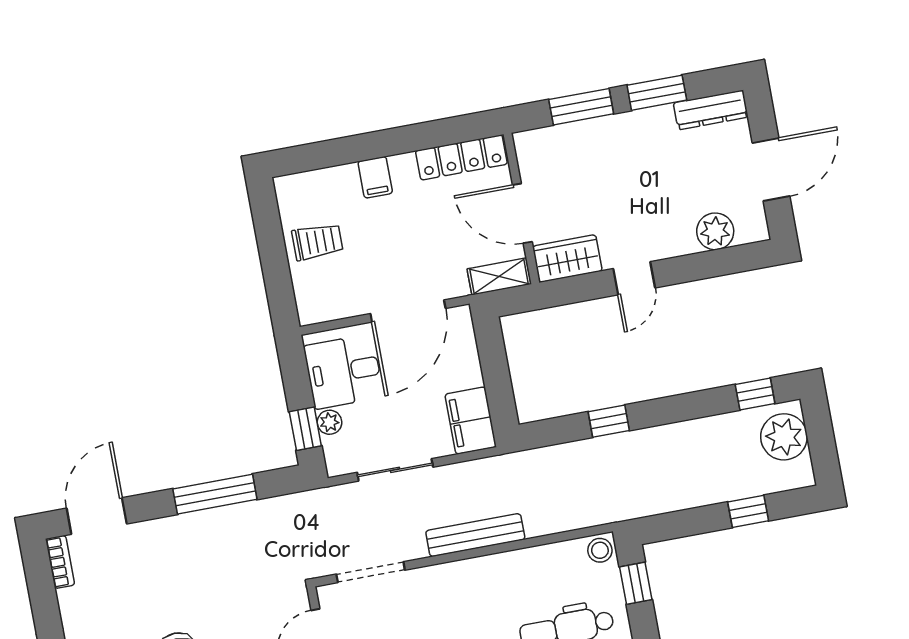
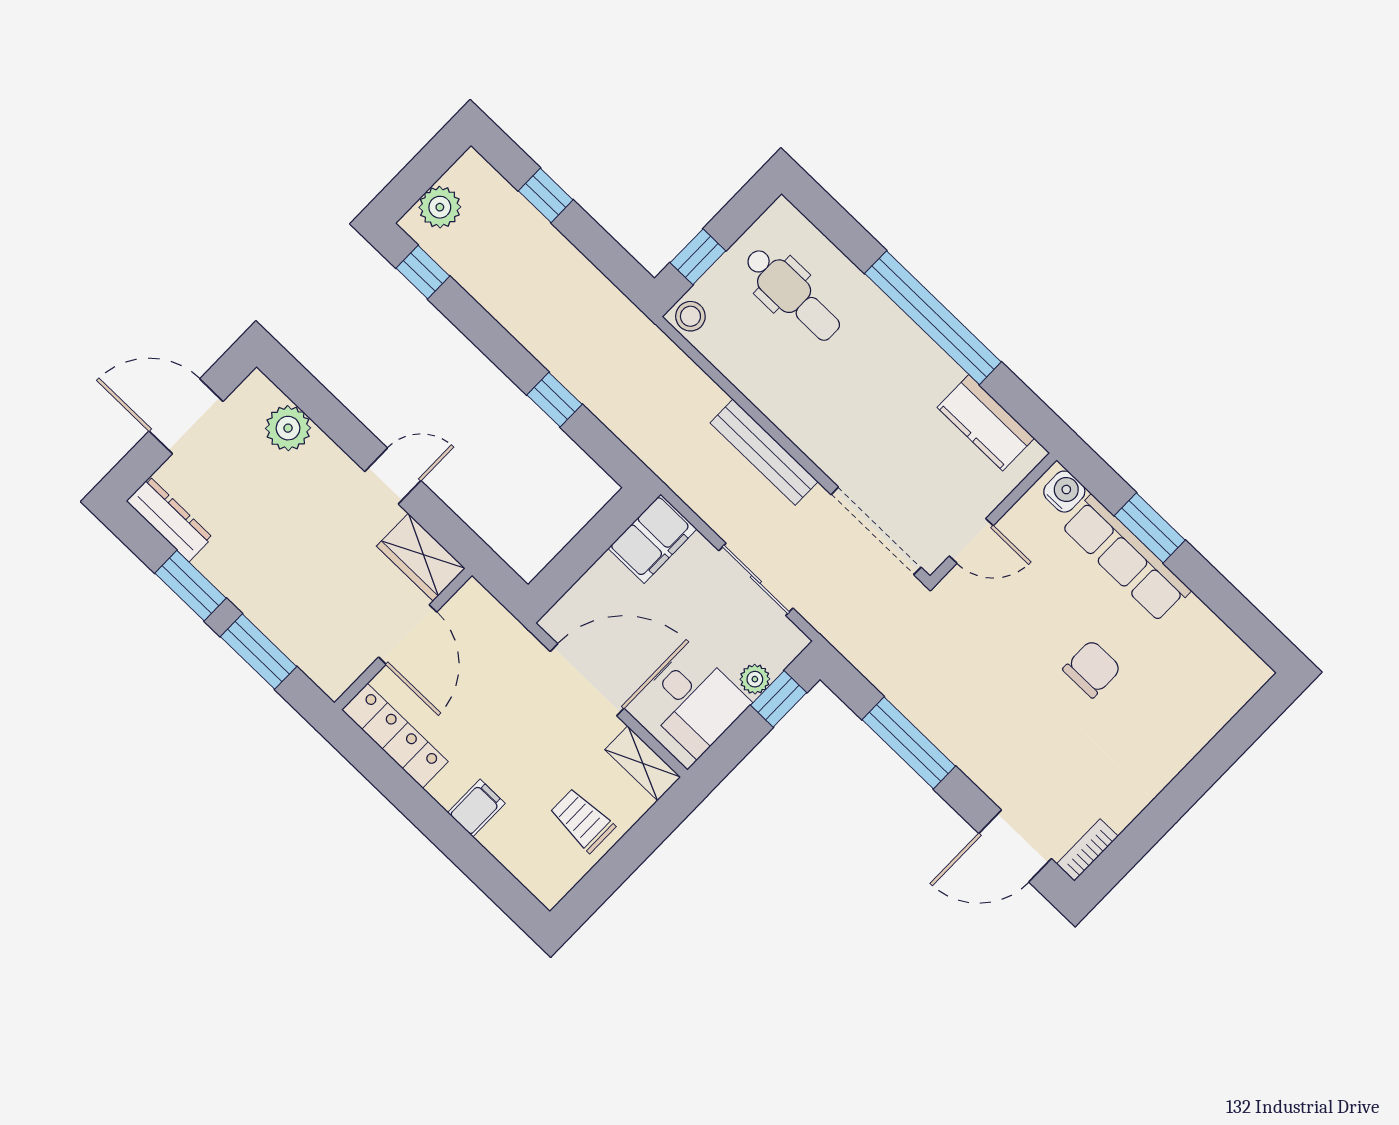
shelving: (499, 276) -> (643, 763), moved
plant: (784, 437) -> (440, 207), width x0.73, depth x0.73
doorway: (371, 572) -> (876, 531), width x1.36

